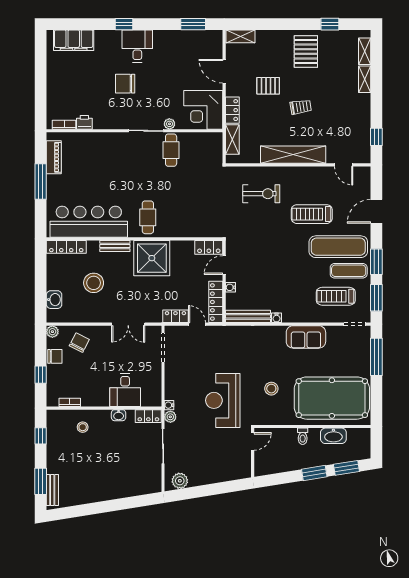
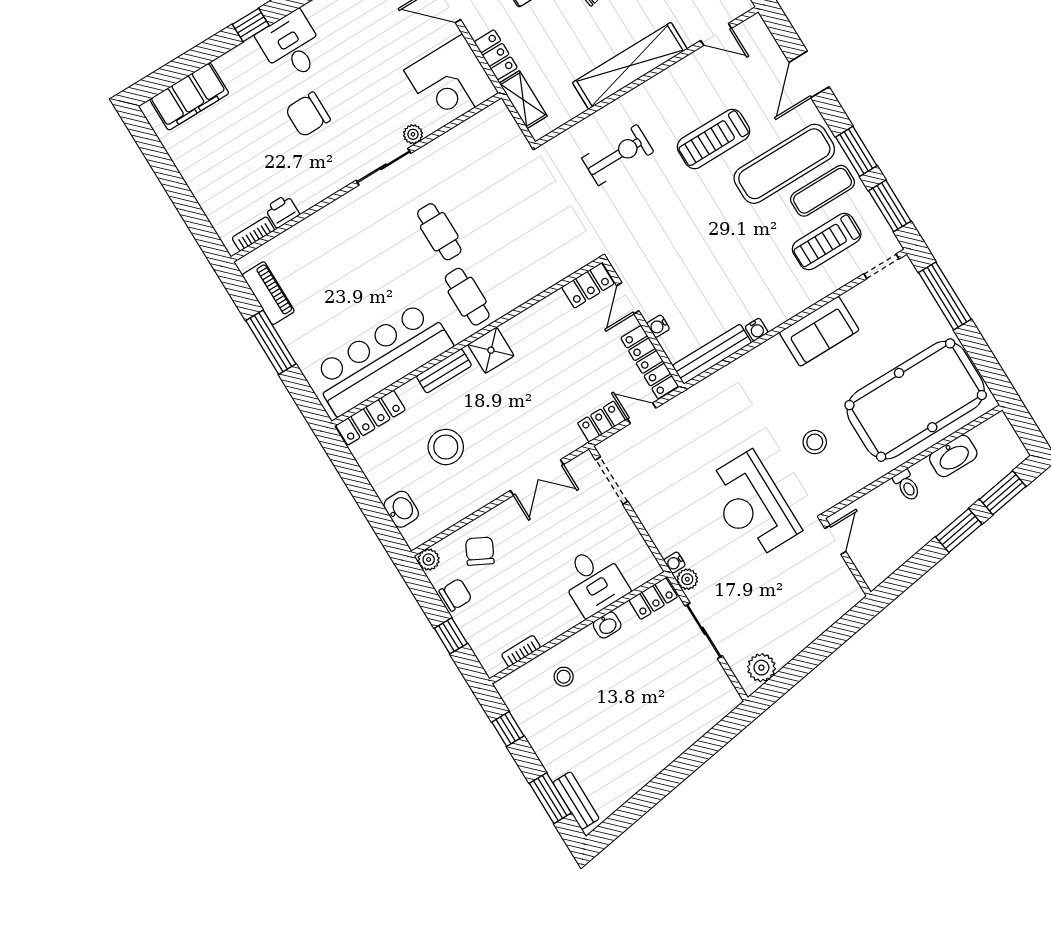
cafe table: (171, 150) -> (439, 232), moved
shower: (152, 258) -> (491, 350), width x0.54, depth x0.54

